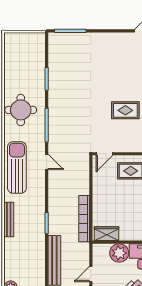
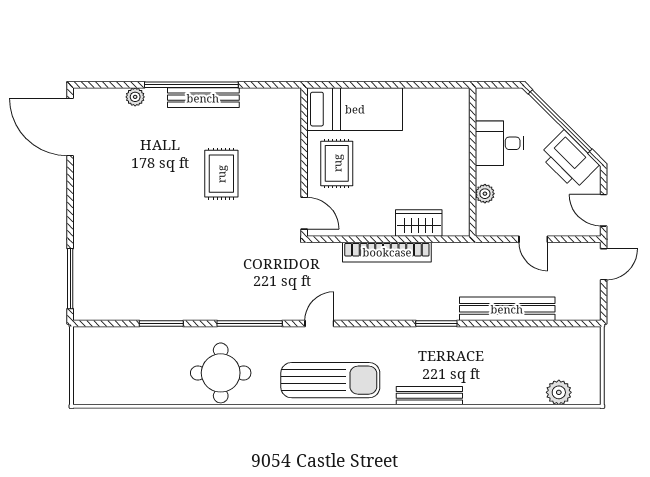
sun lounger: (17, 167) -> (330, 380), turned 180
bookcase: (84, 219) -> (387, 252), moved
wardrobe: (106, 234) -> (419, 223), moved, turned 90
plant: (119, 253) -> (485, 194), width x0.53, depth x0.53

